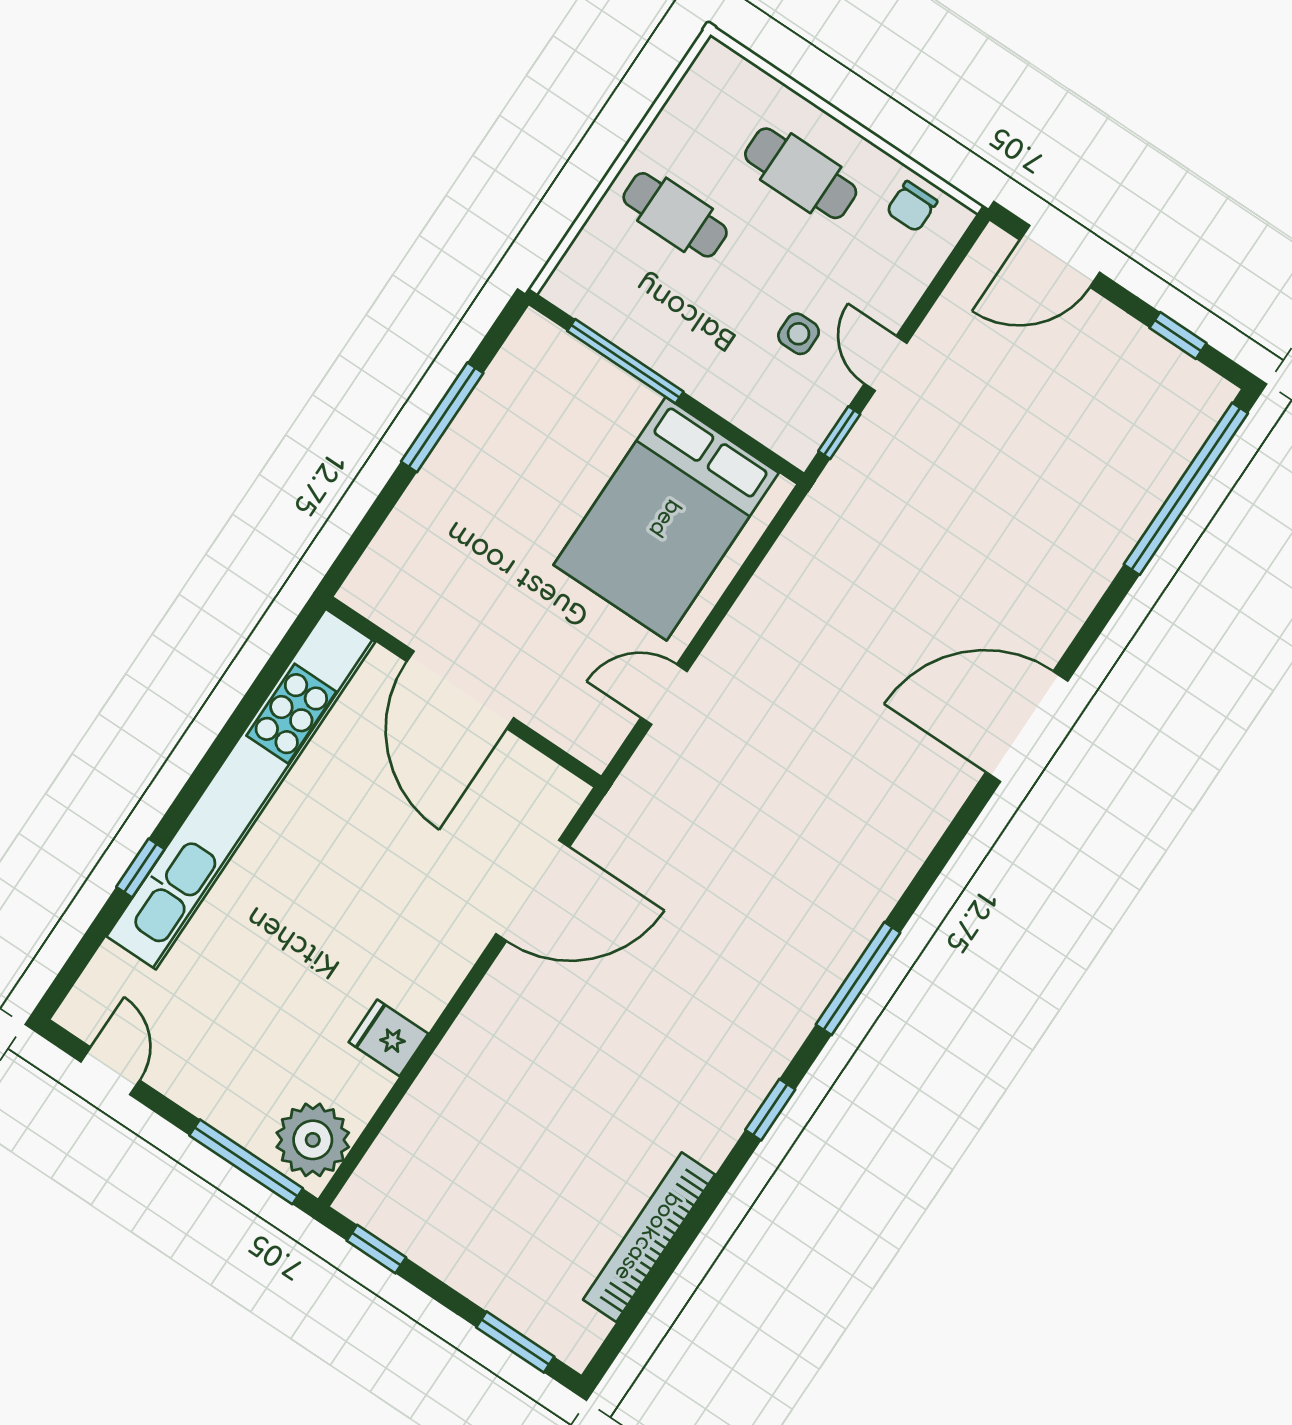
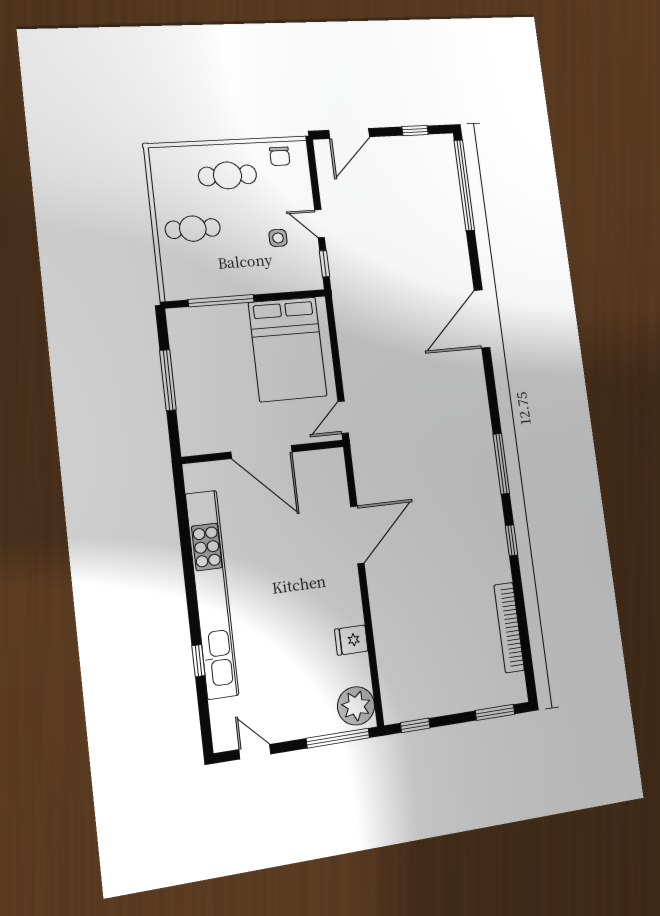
door: (460, 690) -> (262, 452), moved
wall: (463, 692) -> (263, 452), moved

